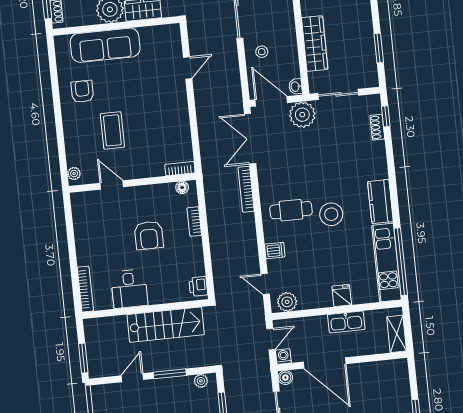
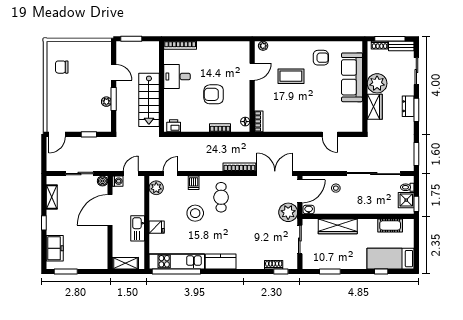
stool: (331, 214) -> (195, 213), moved
door: (271, 339) -> (131, 174), swing flipped
plant: (201, 381) -> (106, 102), moved

